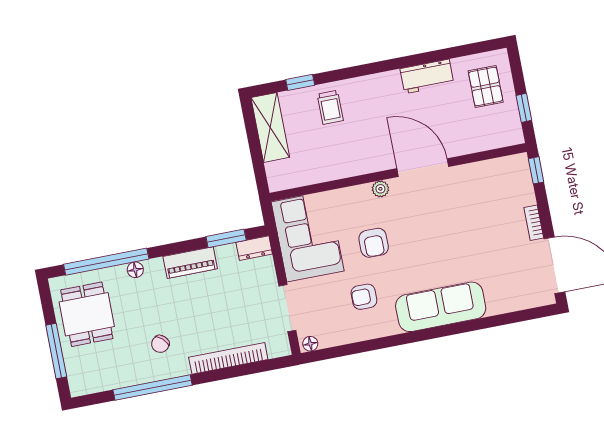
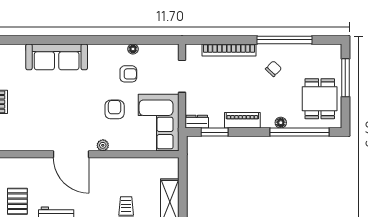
sofa: (441, 307) -> (57, 57), moved
floor lamp: (310, 344) -> (133, 49), moved

